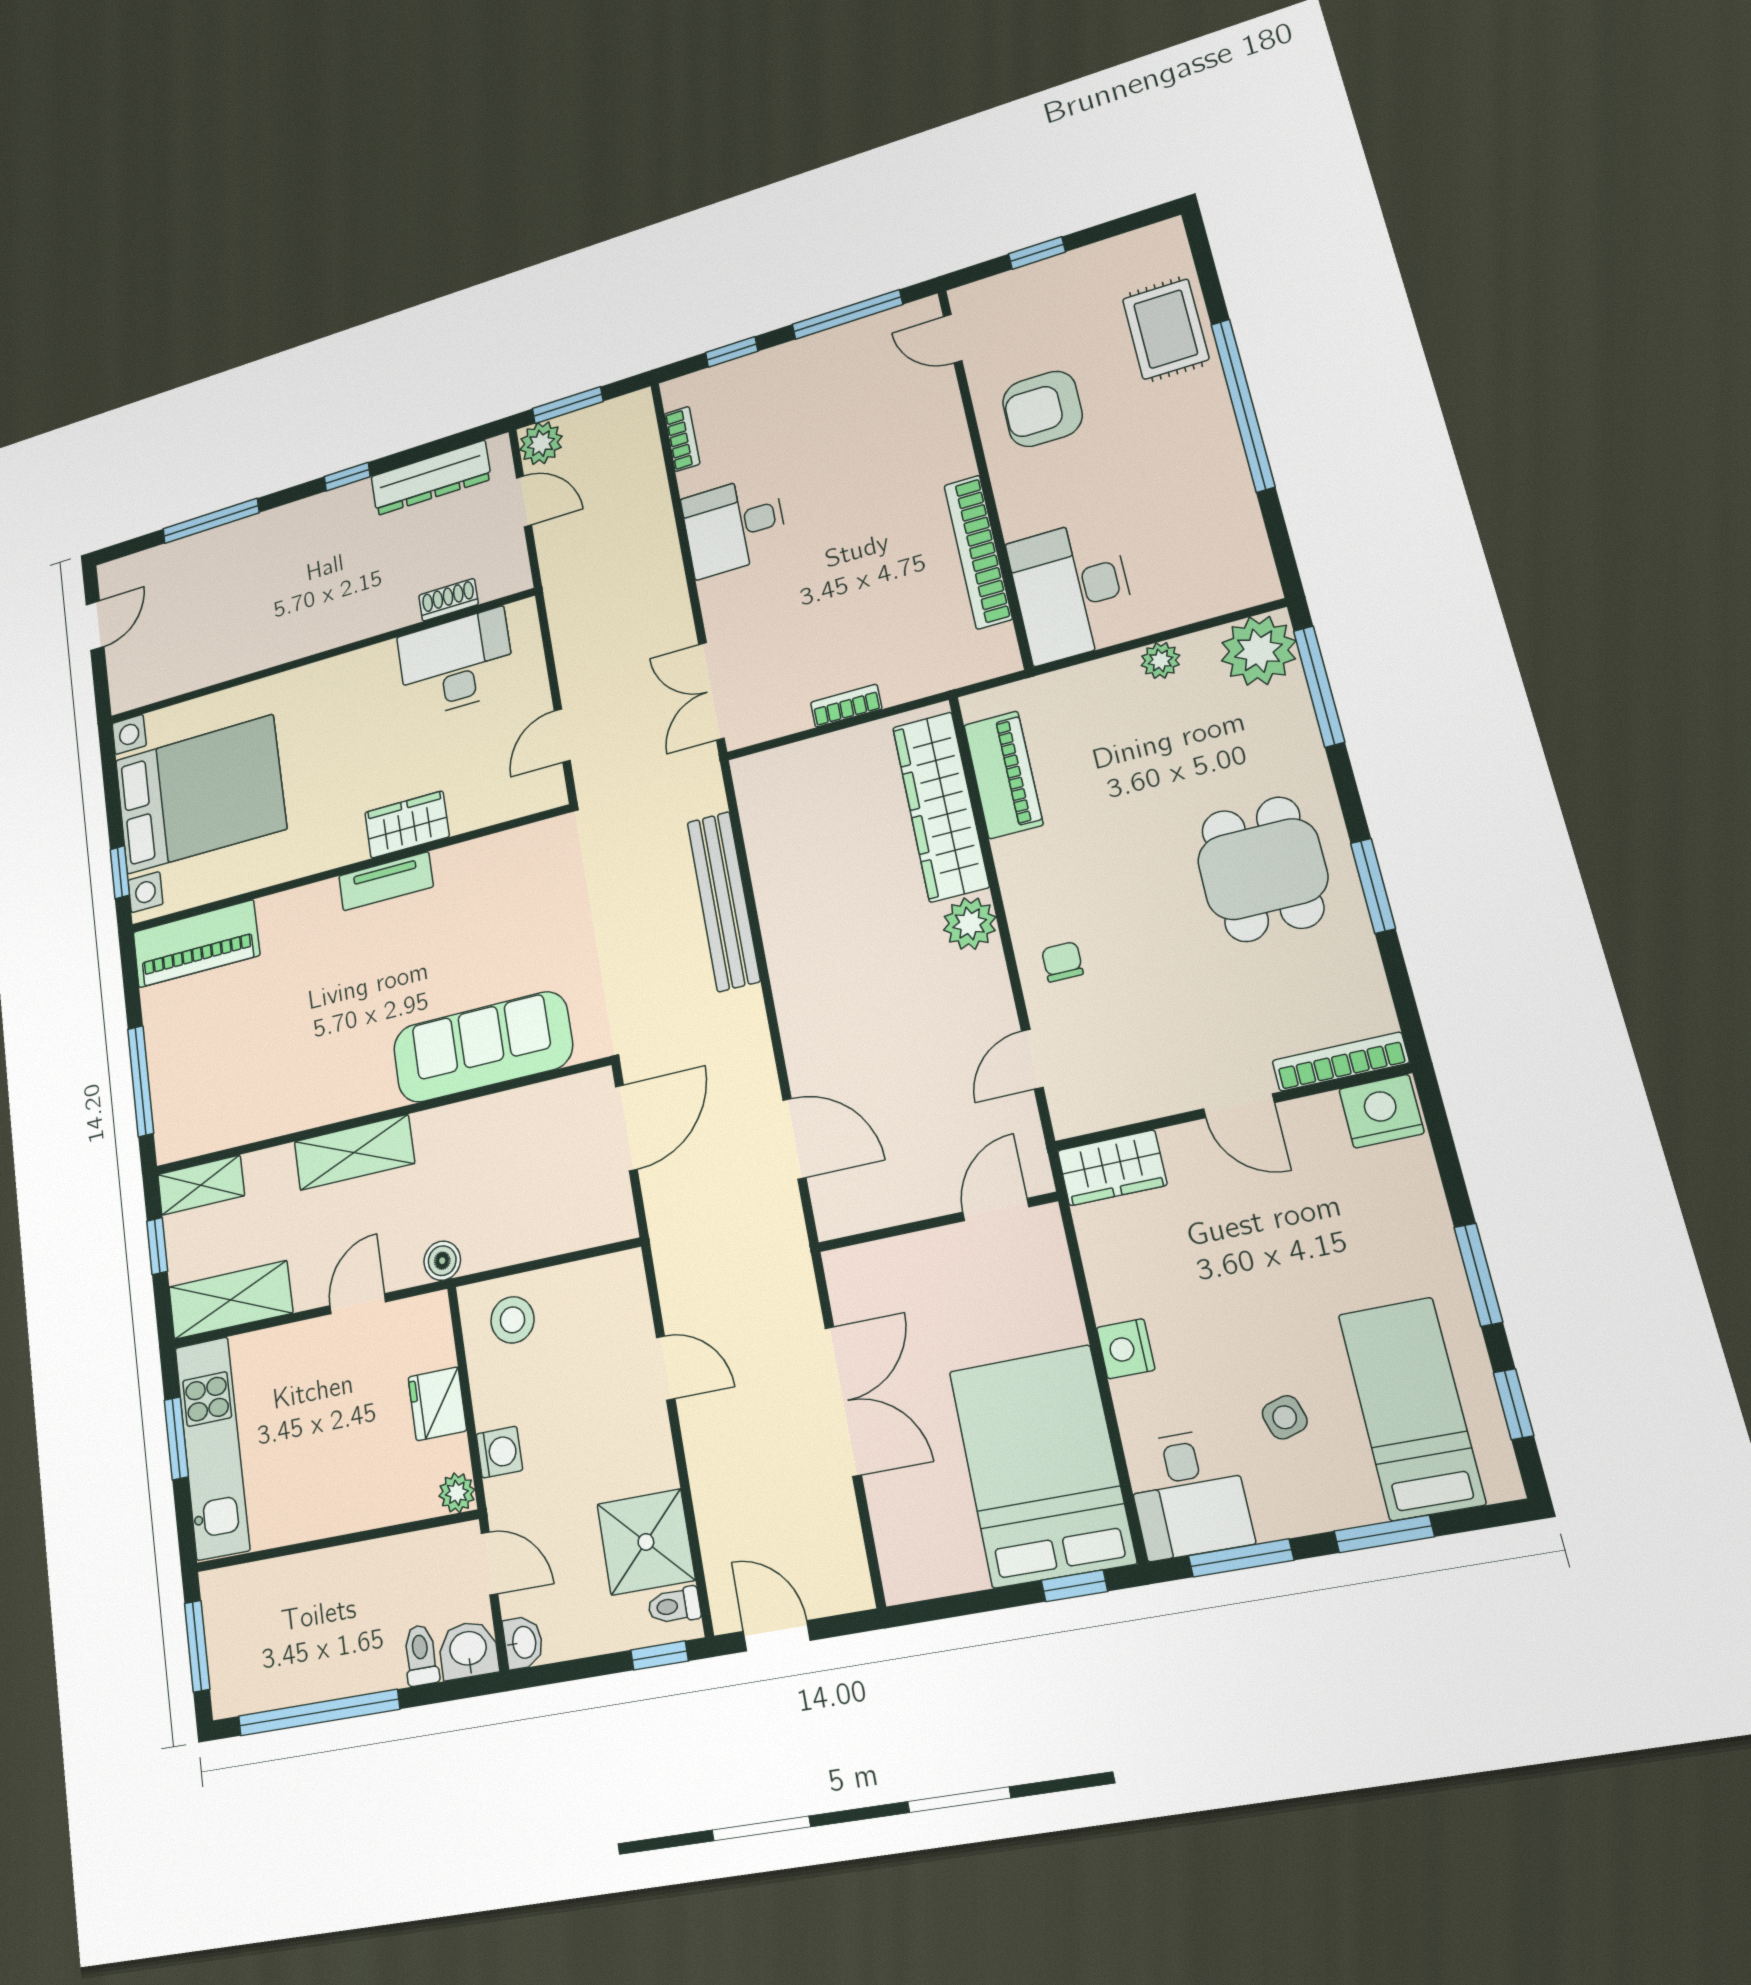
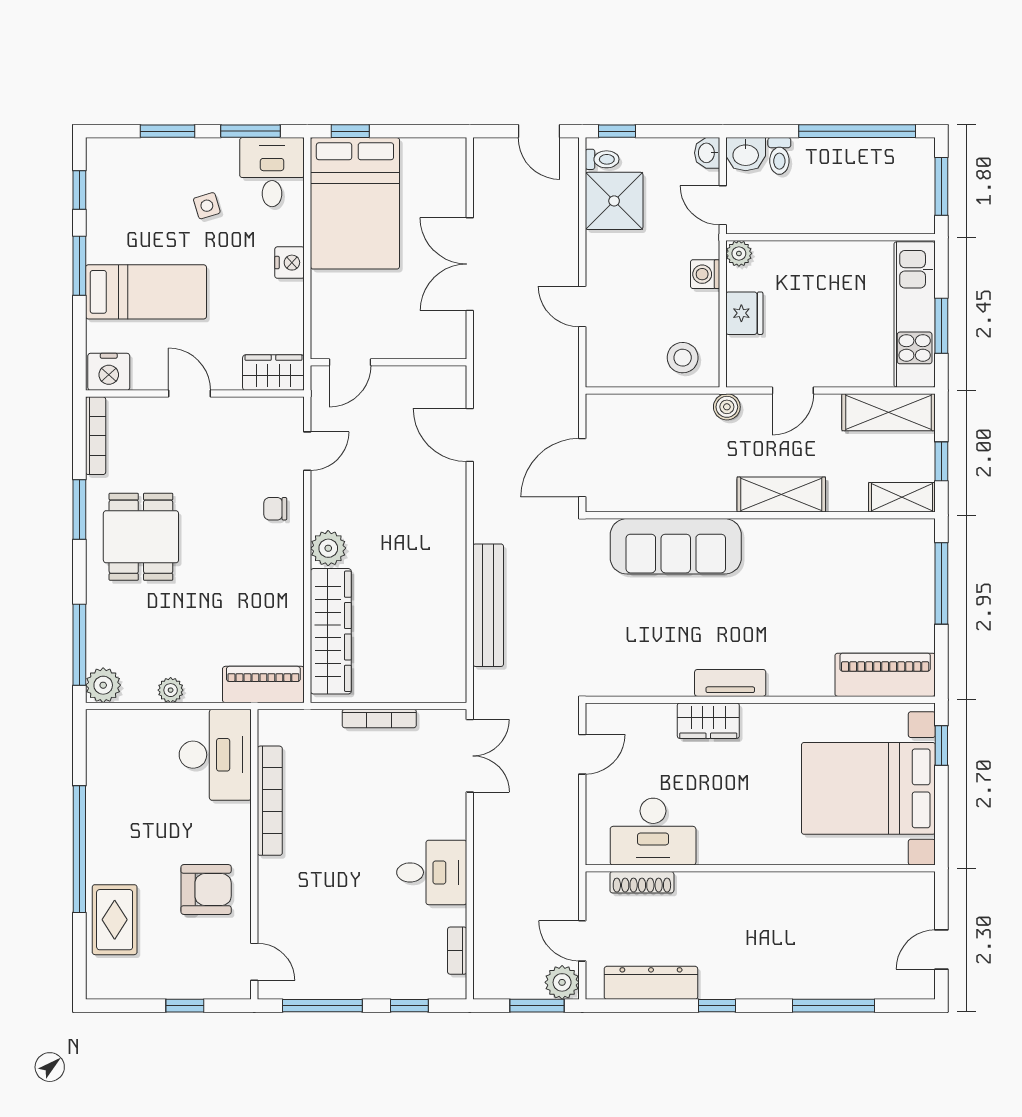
shoe rack: (448, 600) -> (642, 882), width x1.43
plant: (1258, 651) -> (103, 685), width x0.73, depth x0.73
bookcase: (846, 706) -> (379, 718), width x1.56
piano: (1003, 775) -> (263, 684), moved, turned 90
chair: (1062, 962) -> (275, 509), turned 90
bookcase: (1340, 1062) -> (96, 436), moved, turned -90
bed: (1411, 1408) -> (146, 292), moved, turned -90

